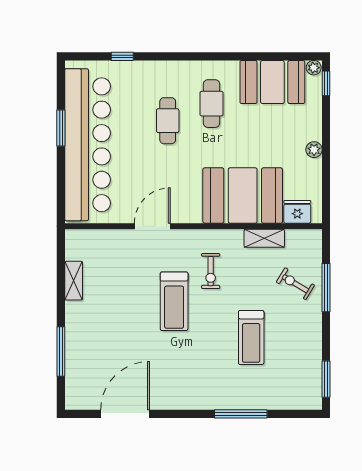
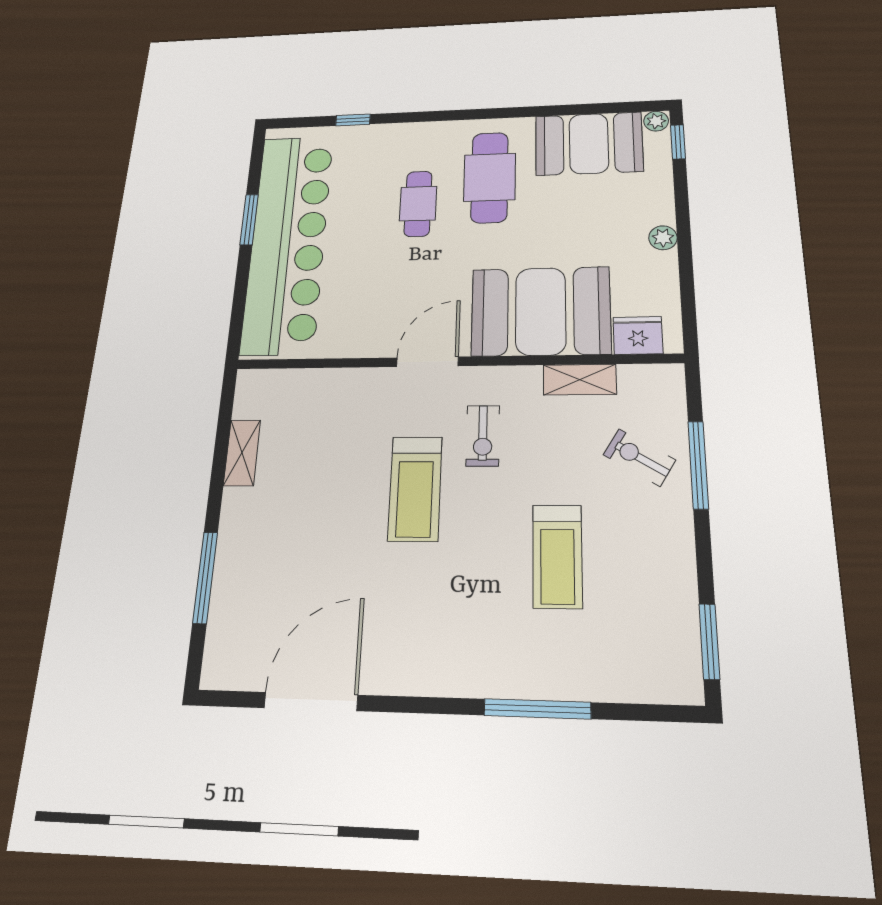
cafe table: (212, 104) -> (490, 177), width x1.37, depth x1.35
door: (152, 226) -> (427, 362), moved

